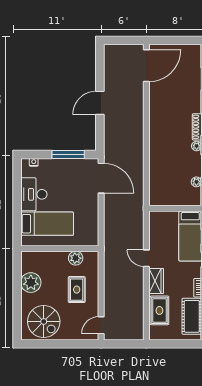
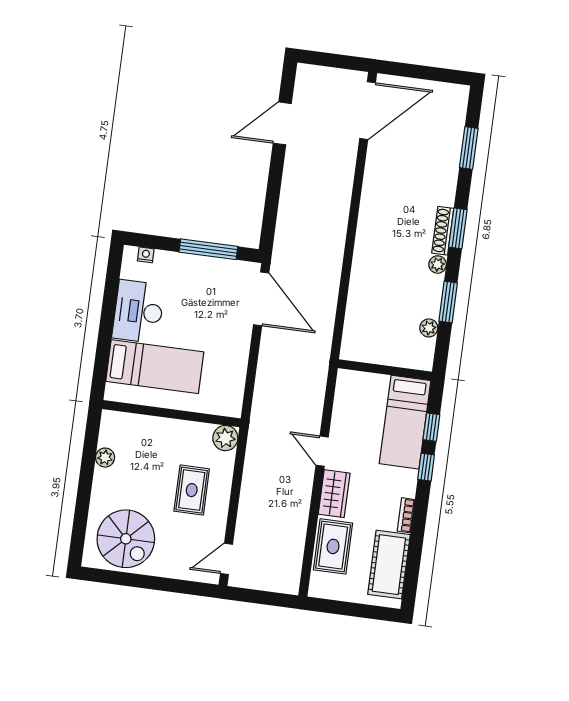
door: (100, 103) -> (282, 123), moved
plant: (76, 258) -> (225, 438), moved
plant: (31, 283) -> (105, 458), width x0.53, depth x0.53

